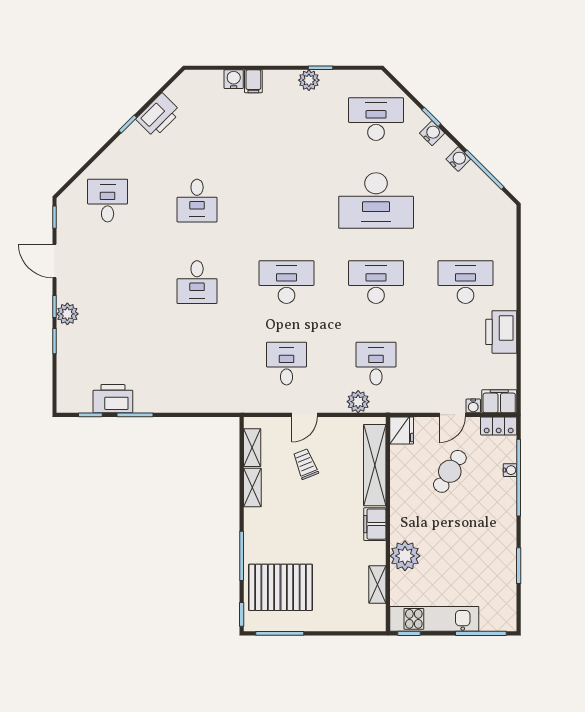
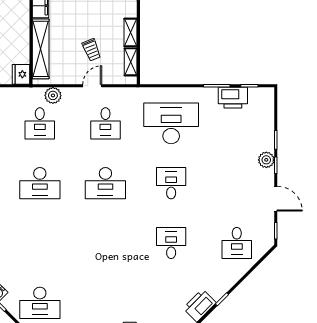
desk: (376, 201) -> (171, 123), moved

